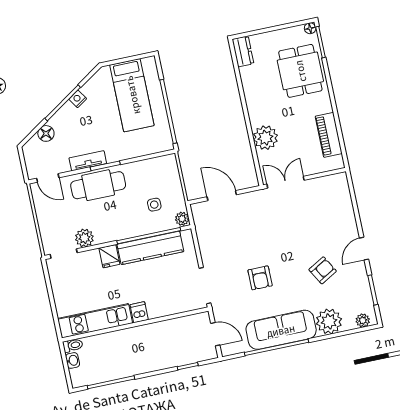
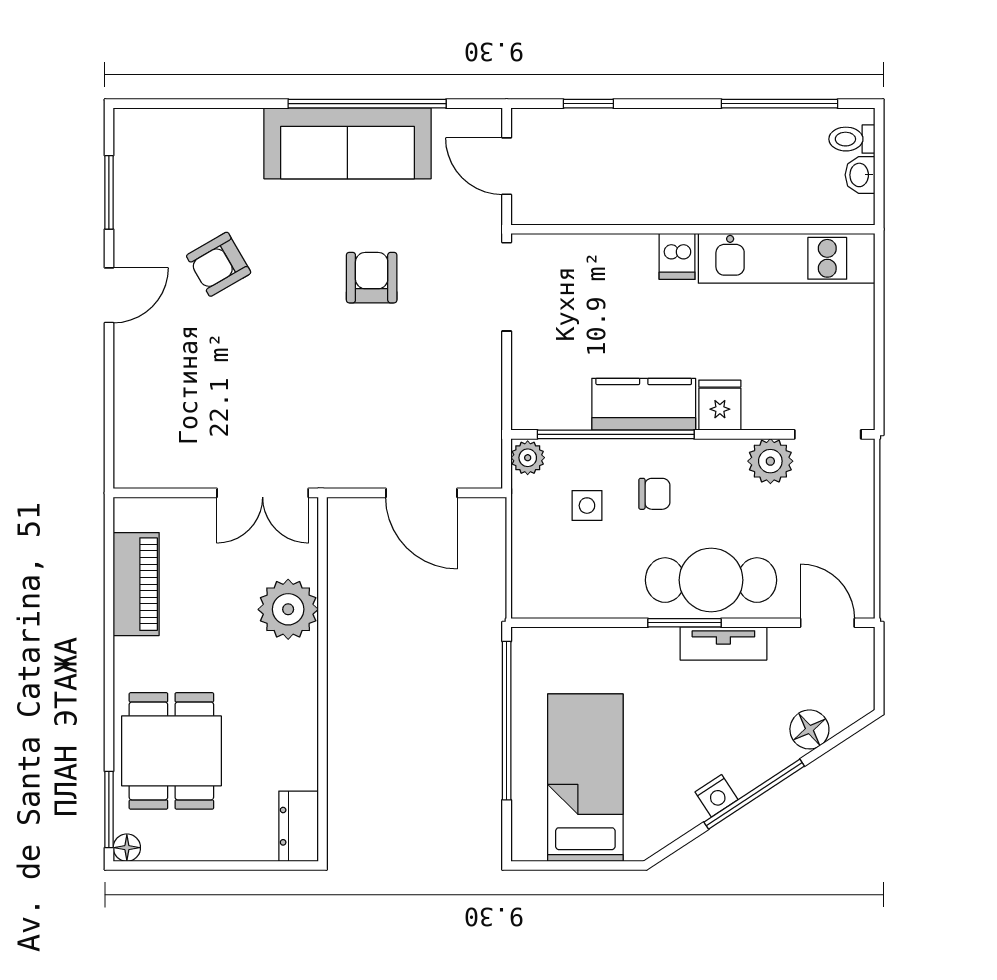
chair: (128, 215) -> (654, 494), added
kitchen counter: (150, 248) -> (644, 404), width x0.67
plant: (363, 320) -> (148, 125), removed
plant: (329, 321) -> (229, 139), removed
toilet: (73, 345) -> (852, 139), moved

